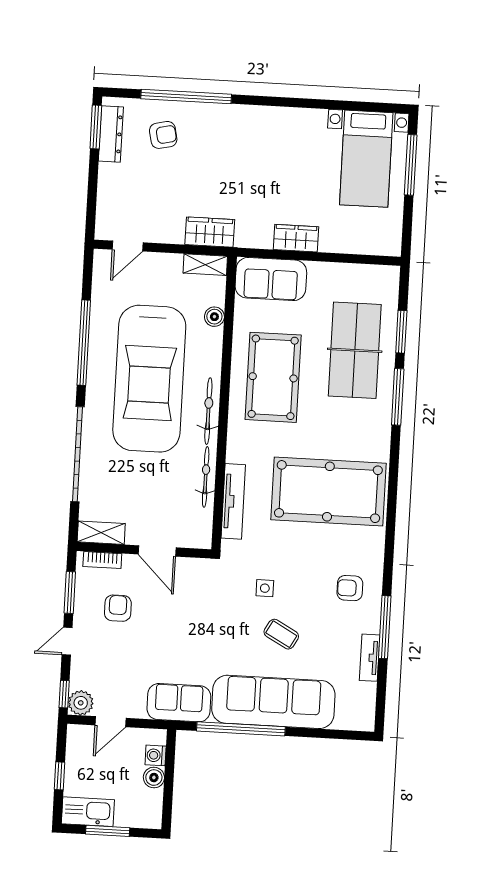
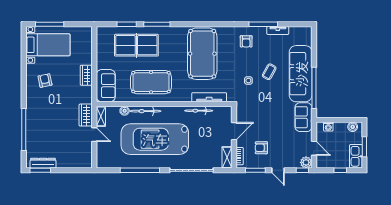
armchair: (163, 135) -> (45, 81), moved
door: (128, 246) -> (94, 135), moved
car: (149, 379) -> (155, 139), turned 180
bicycle: (208, 411) -> (145, 111), moved
boiler: (154, 778) -> (353, 127), moved

